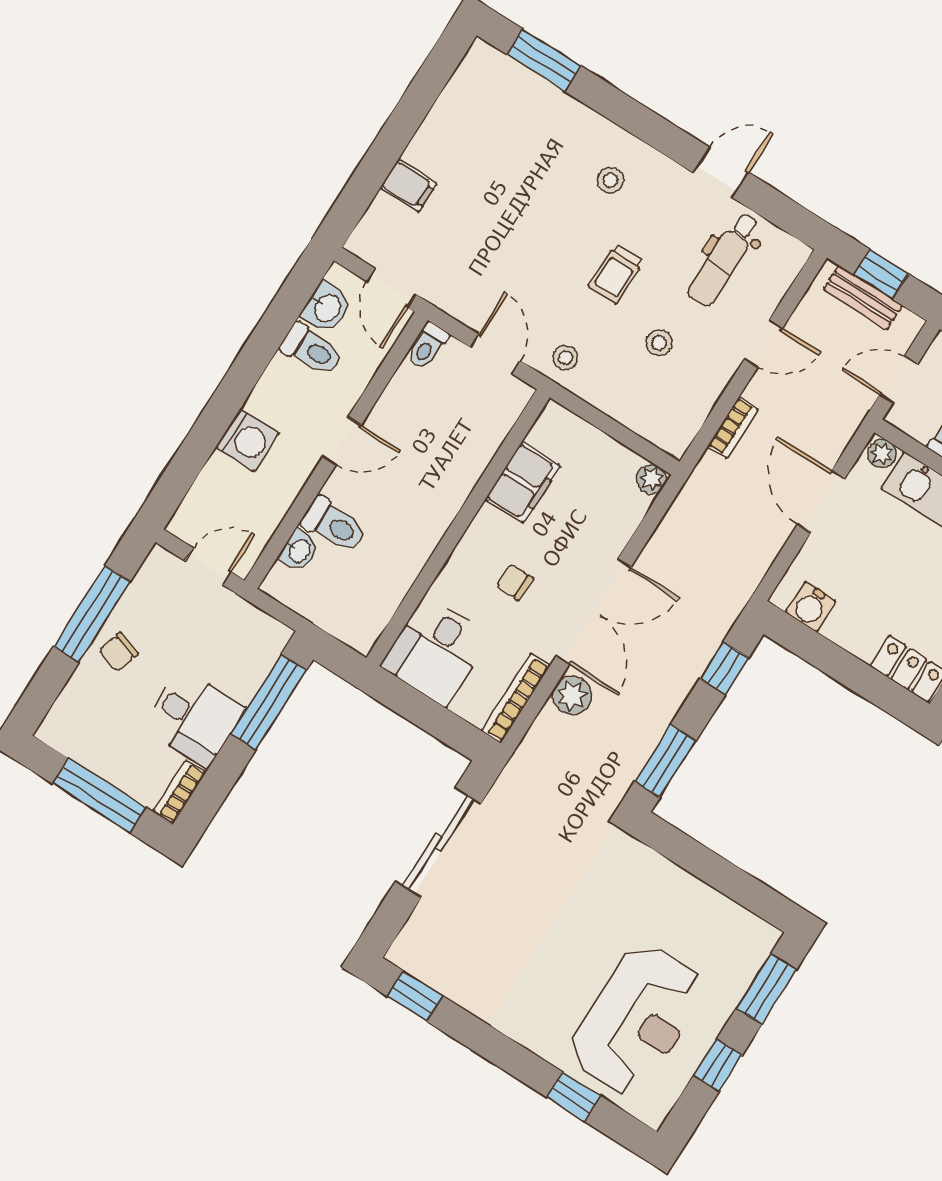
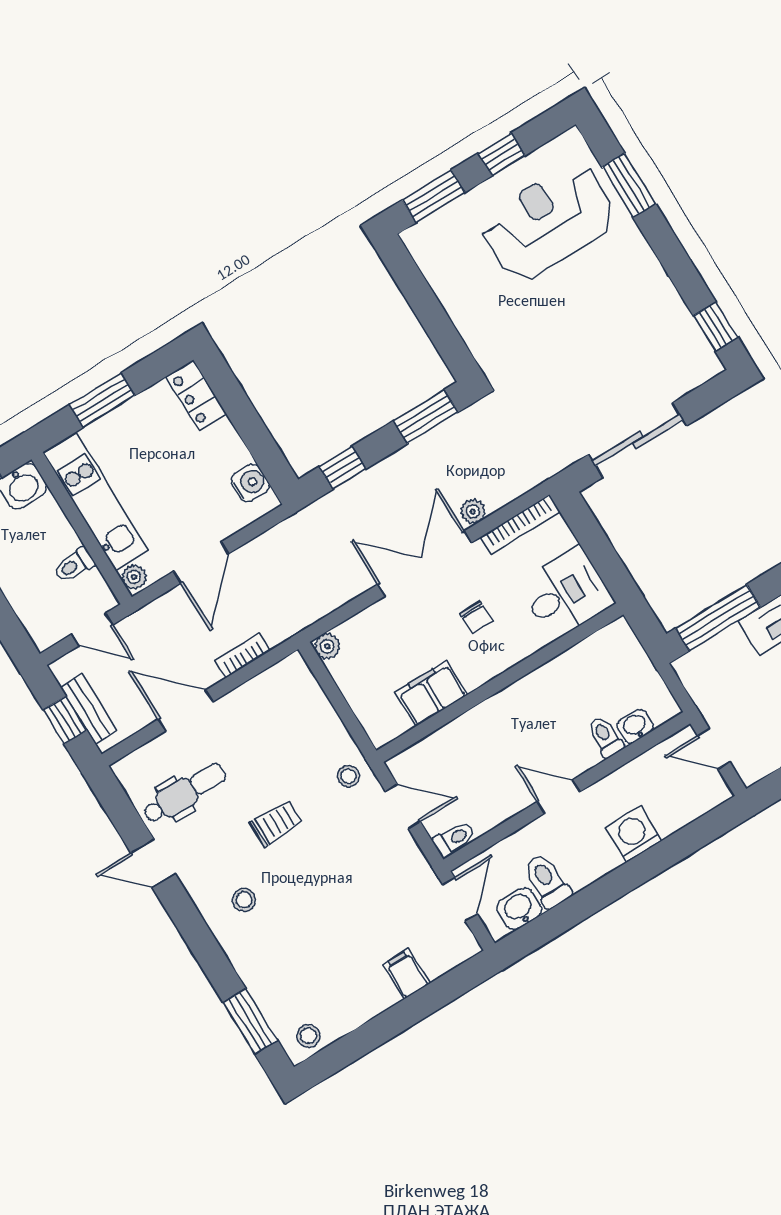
stool: (659, 343) -> (308, 1036), moved
door: (764, 344) -> (185, 711), width x1.38
door: (495, 354) -> (403, 806), swing flipped
toilet: (334, 525) -> (605, 737), width x0.73, depth x0.72
plant: (572, 695) -> (473, 511), width x0.73, depth x0.73
window: (573, 1097) -> (629, 185), width x1.50

